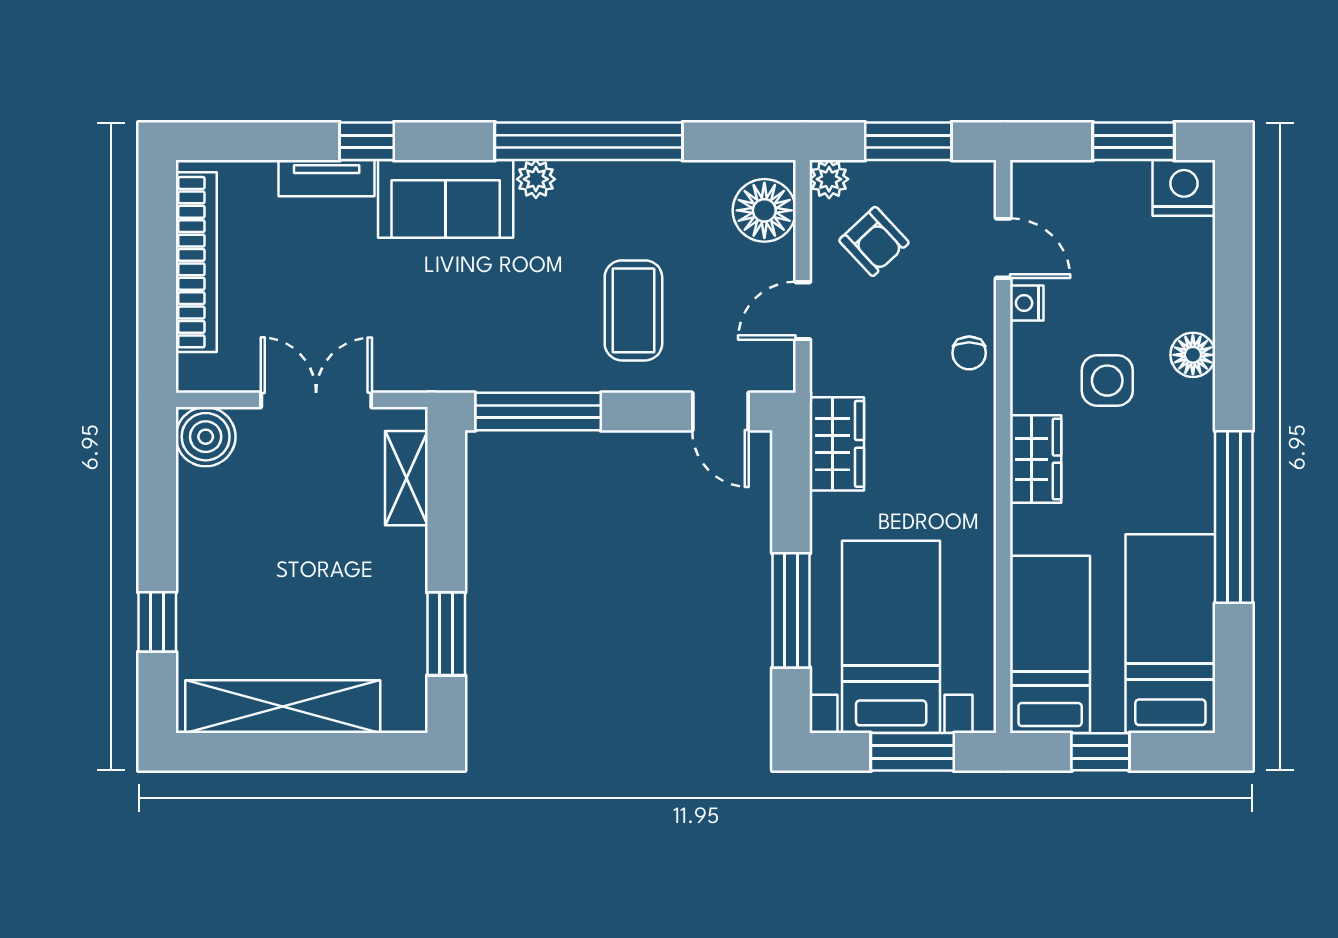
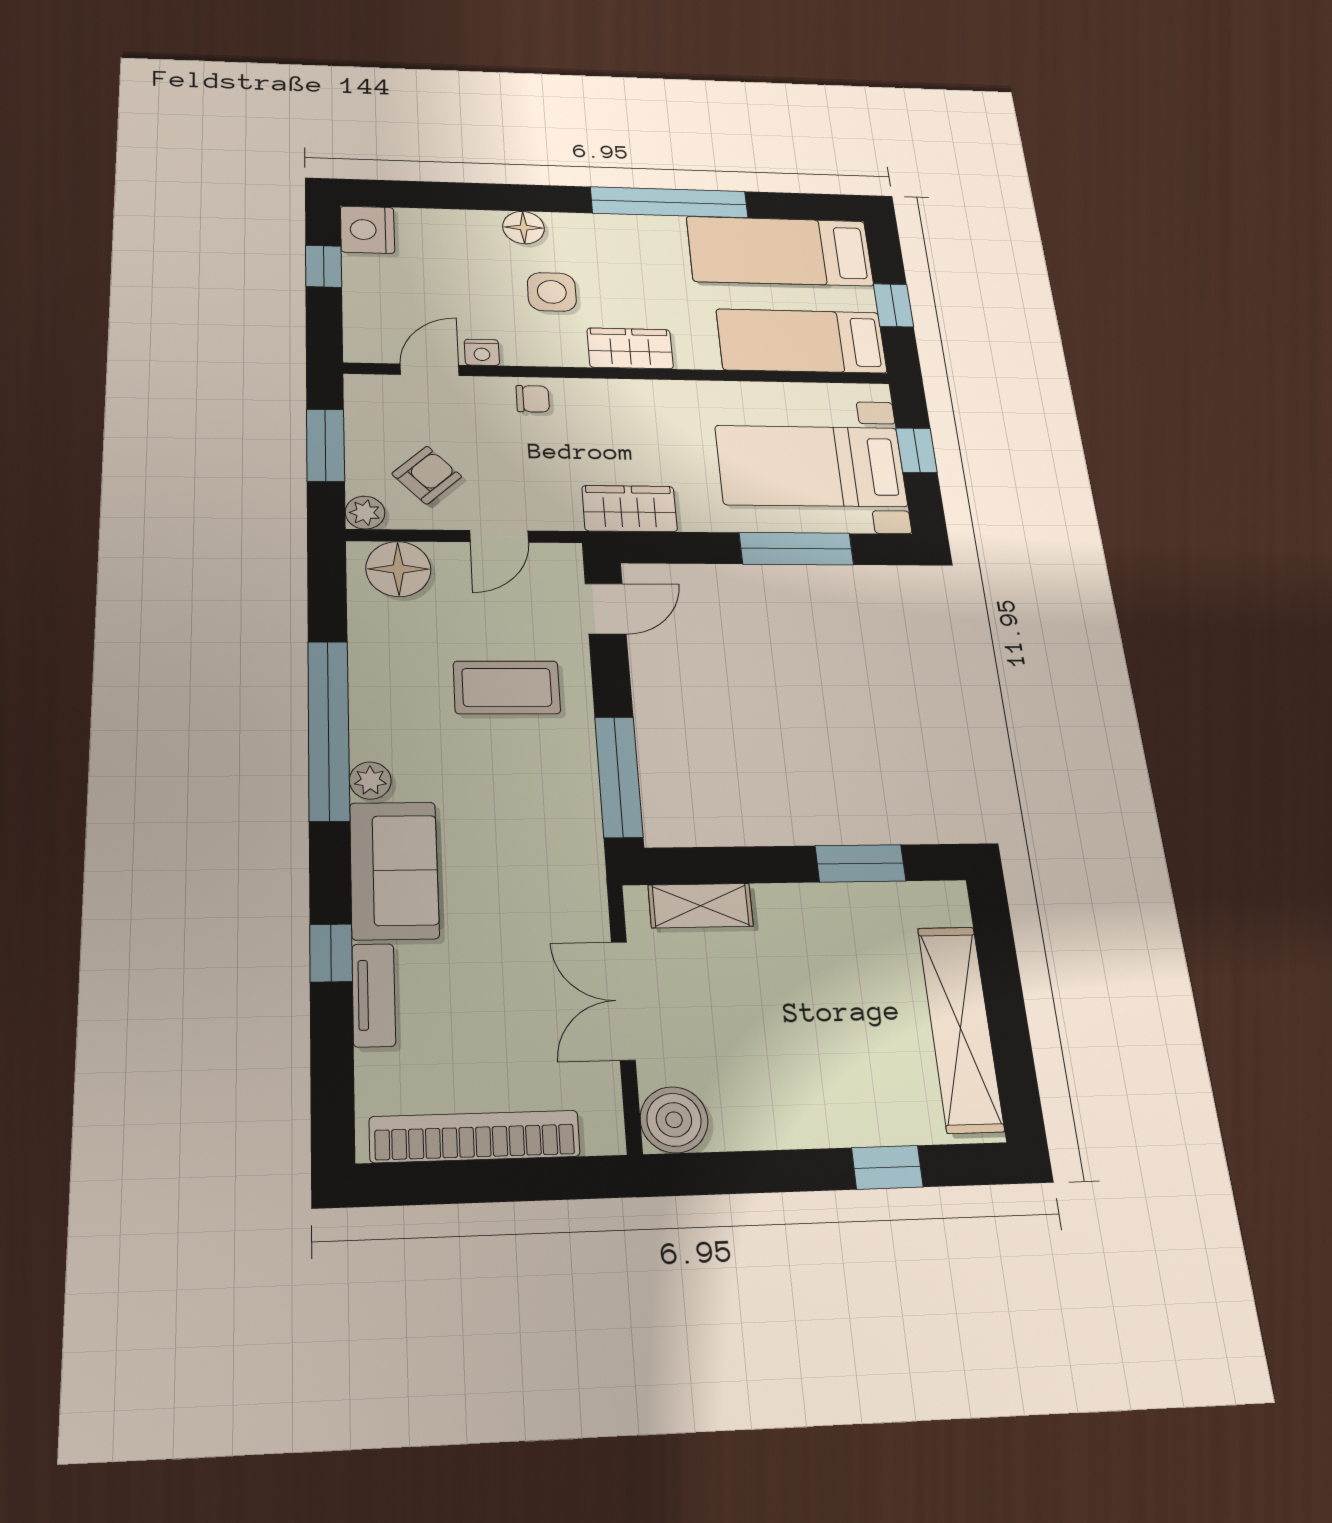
window: (1133, 141) -> (324, 266), width x0.67
door: (803, 311) -> (499, 536), hinge flipped
window: (912, 752) -> (917, 450), width x0.67

